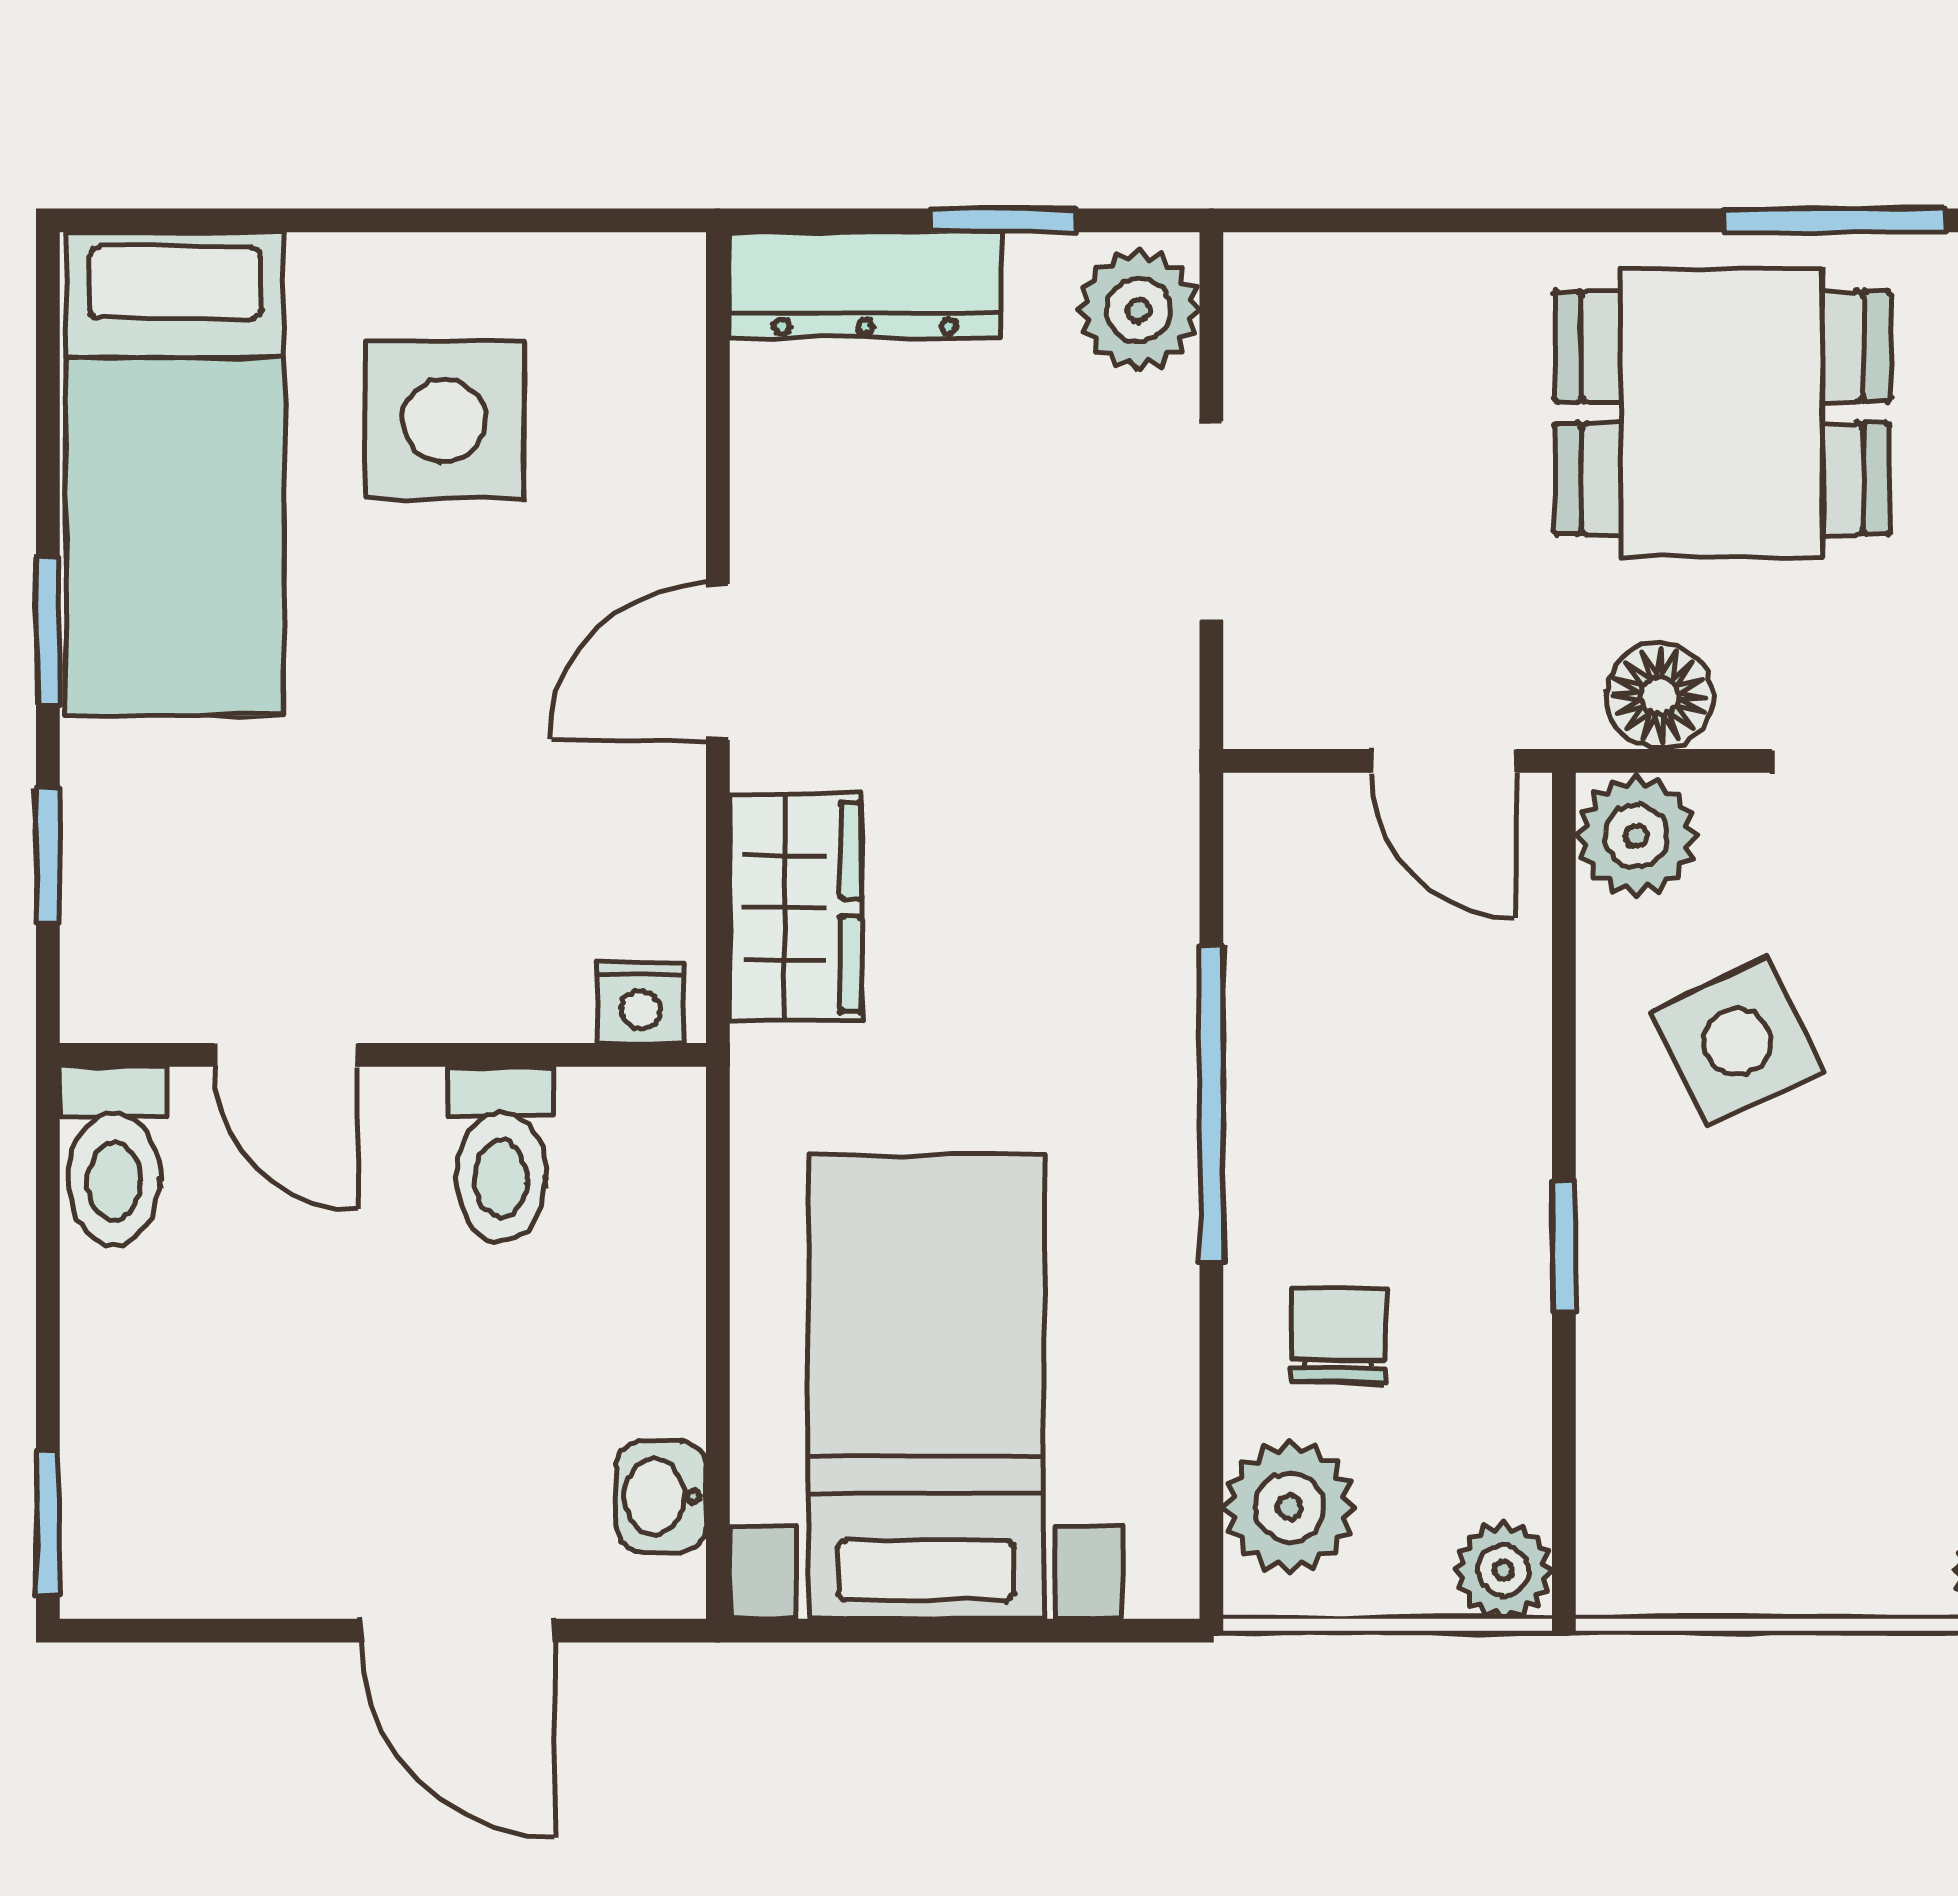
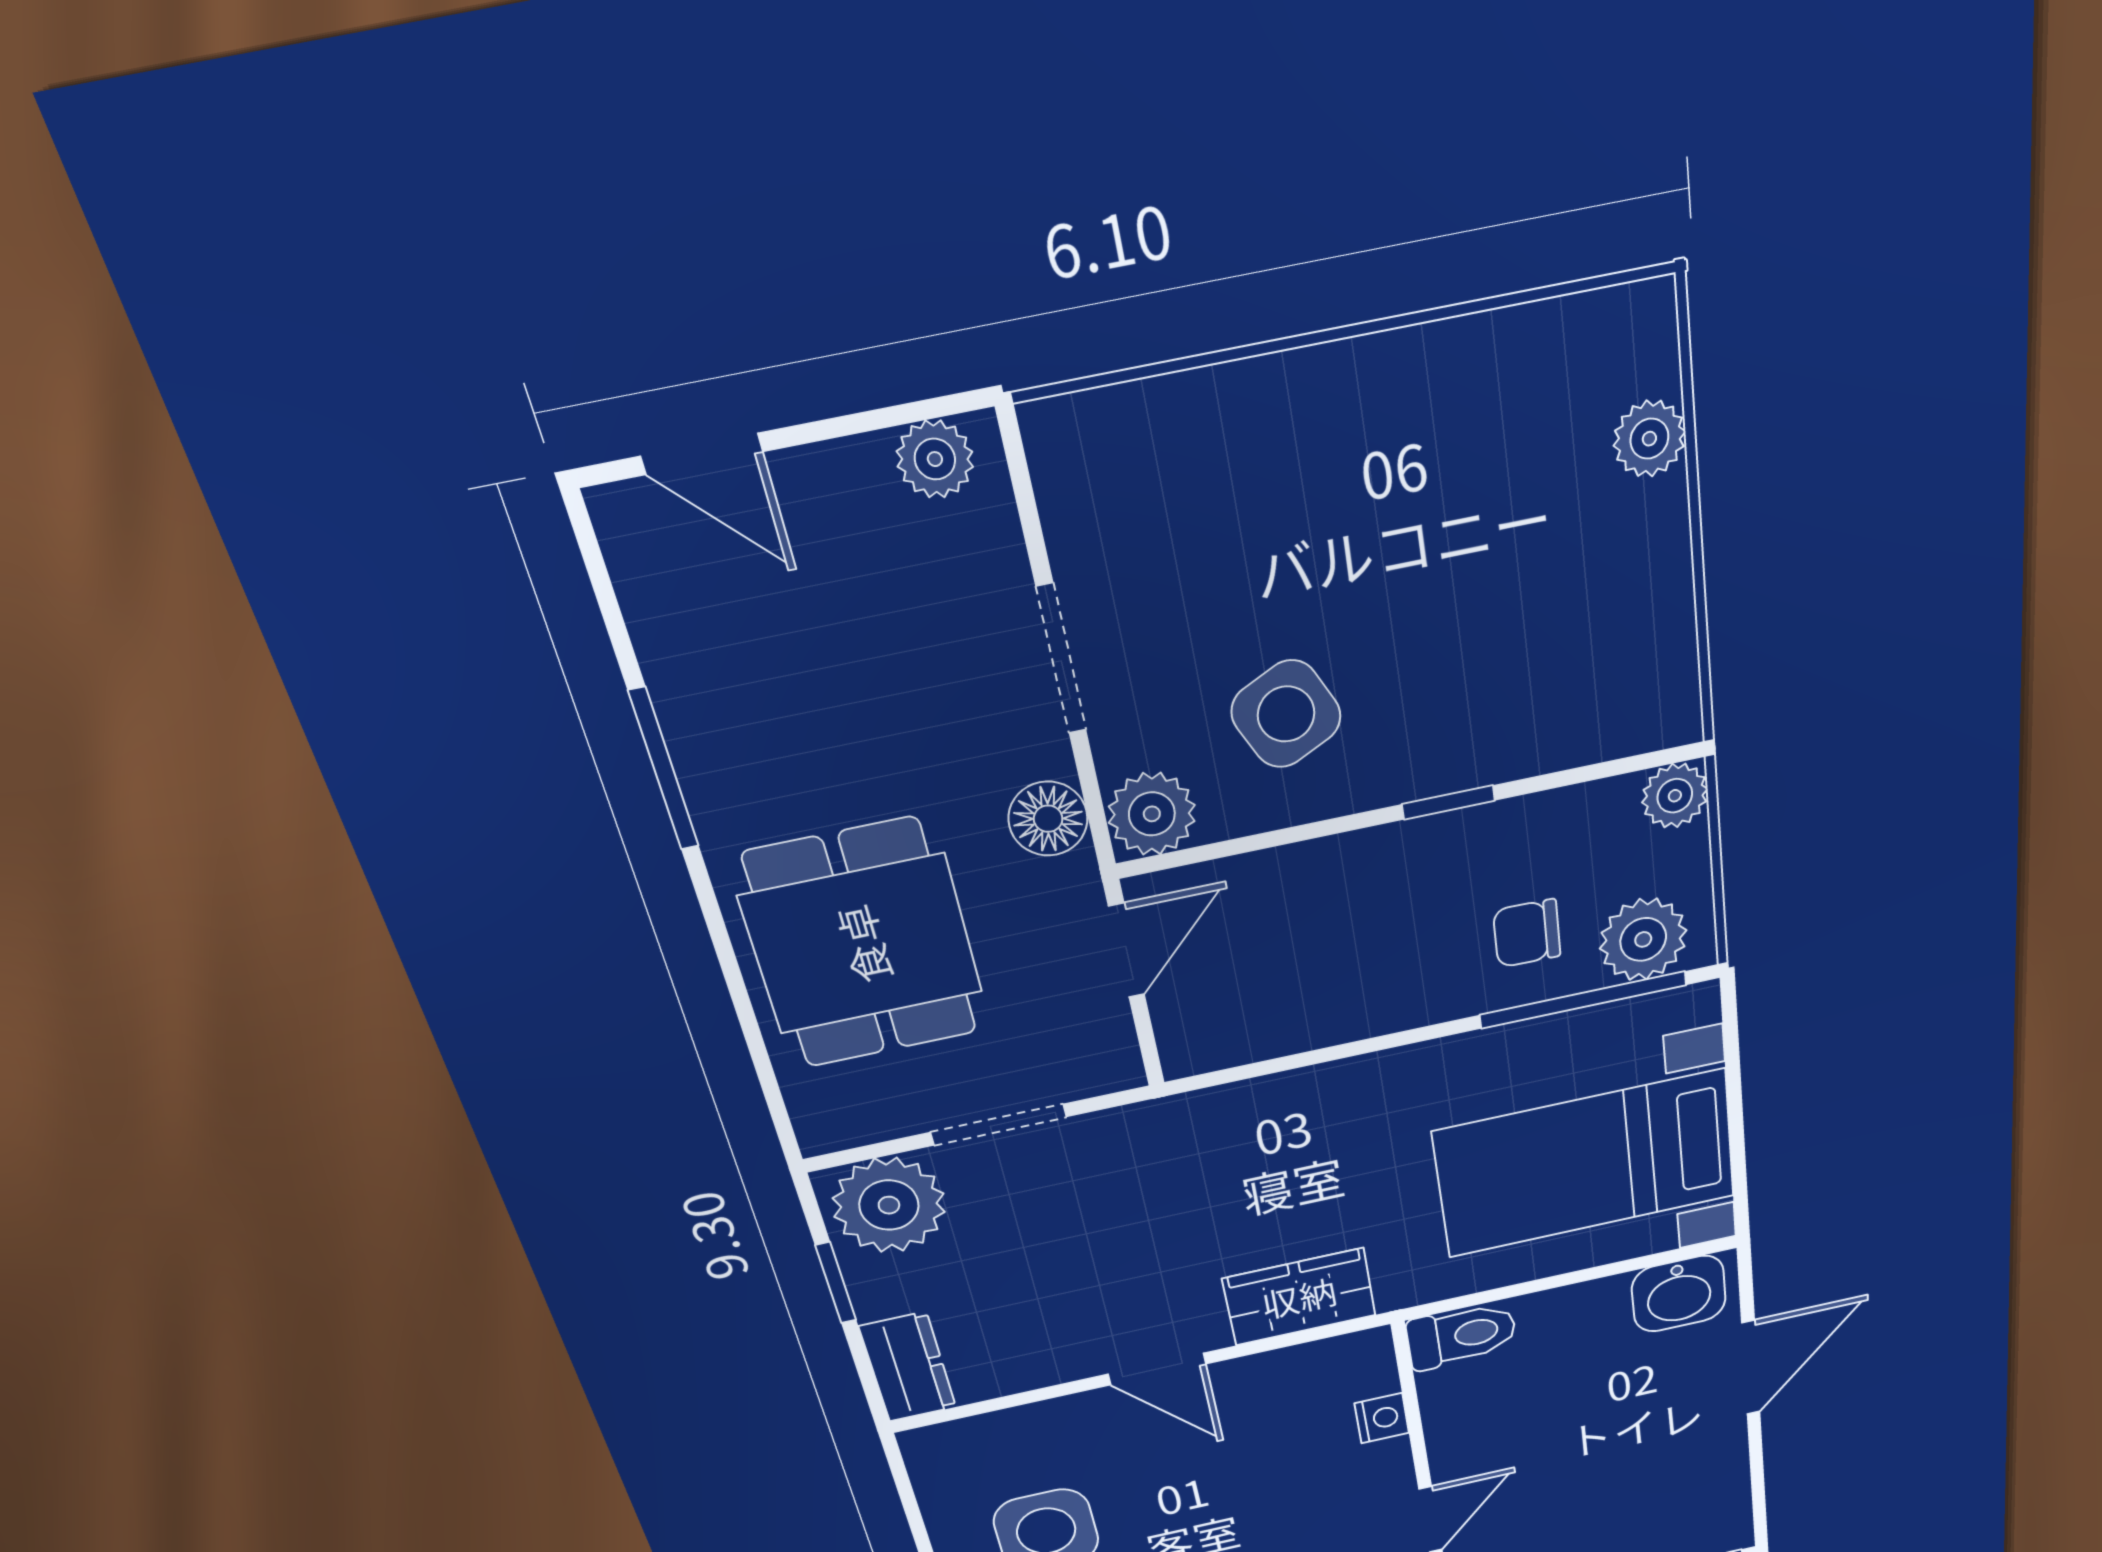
dresser: (865, 285) -> (908, 1367), width x0.70
plant: (1139, 310) -> (889, 1205), width x1.36, depth x1.36
dining table: (1722, 413) -> (862, 944), moved
nightstand: (641, 1003) -> (1382, 1418), moved
window: (1211, 1104) -> (1583, 1000), moved
toilet: (501, 1154) -> (1462, 1336), moved
washbasin: (661, 1497) -> (1679, 1294), width x1.38, depth x1.45

